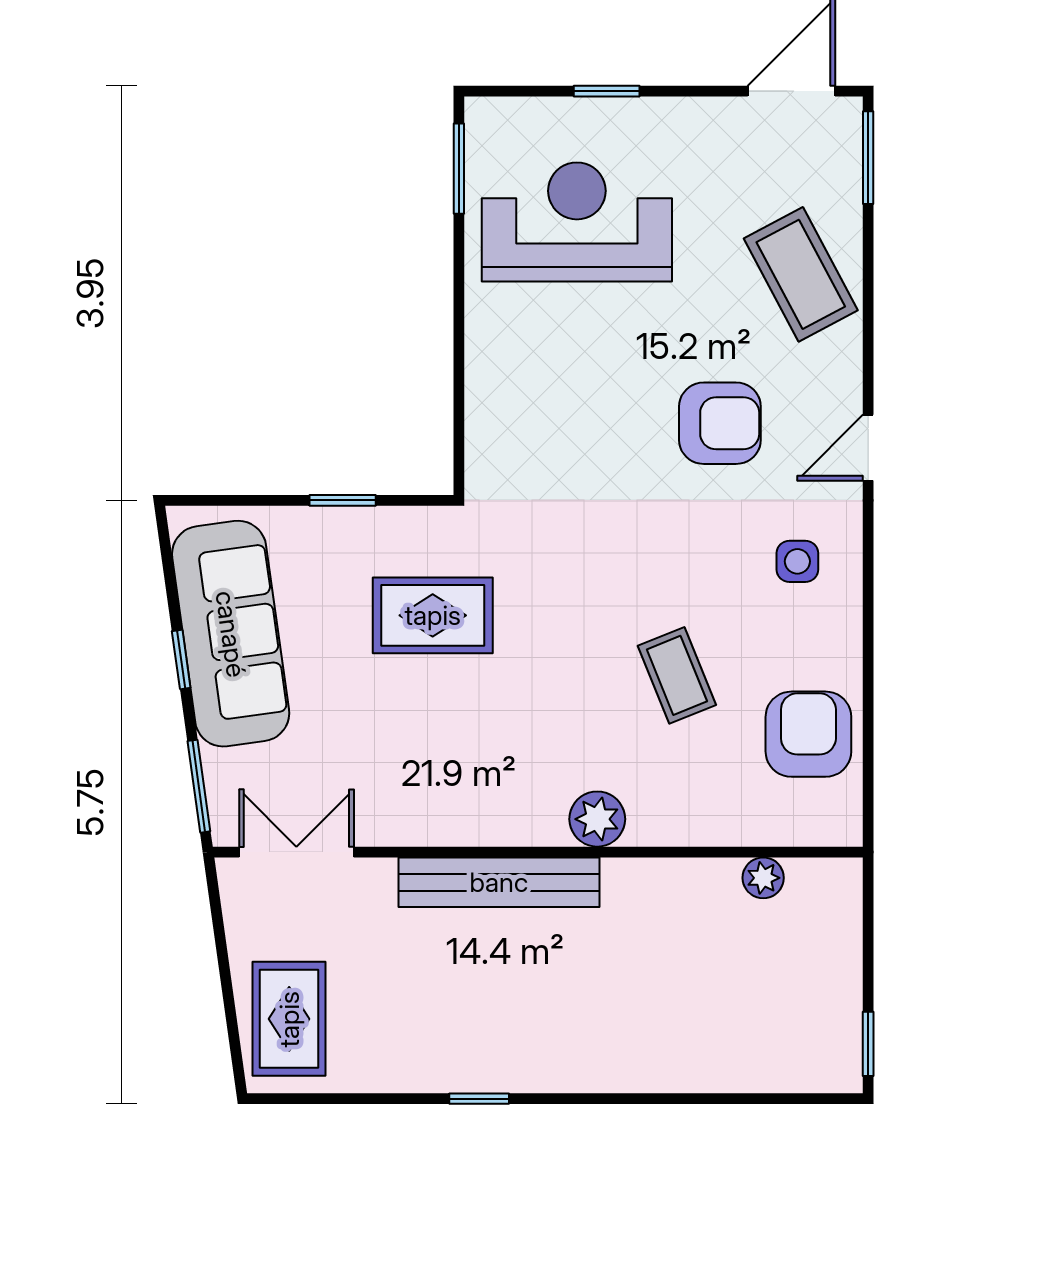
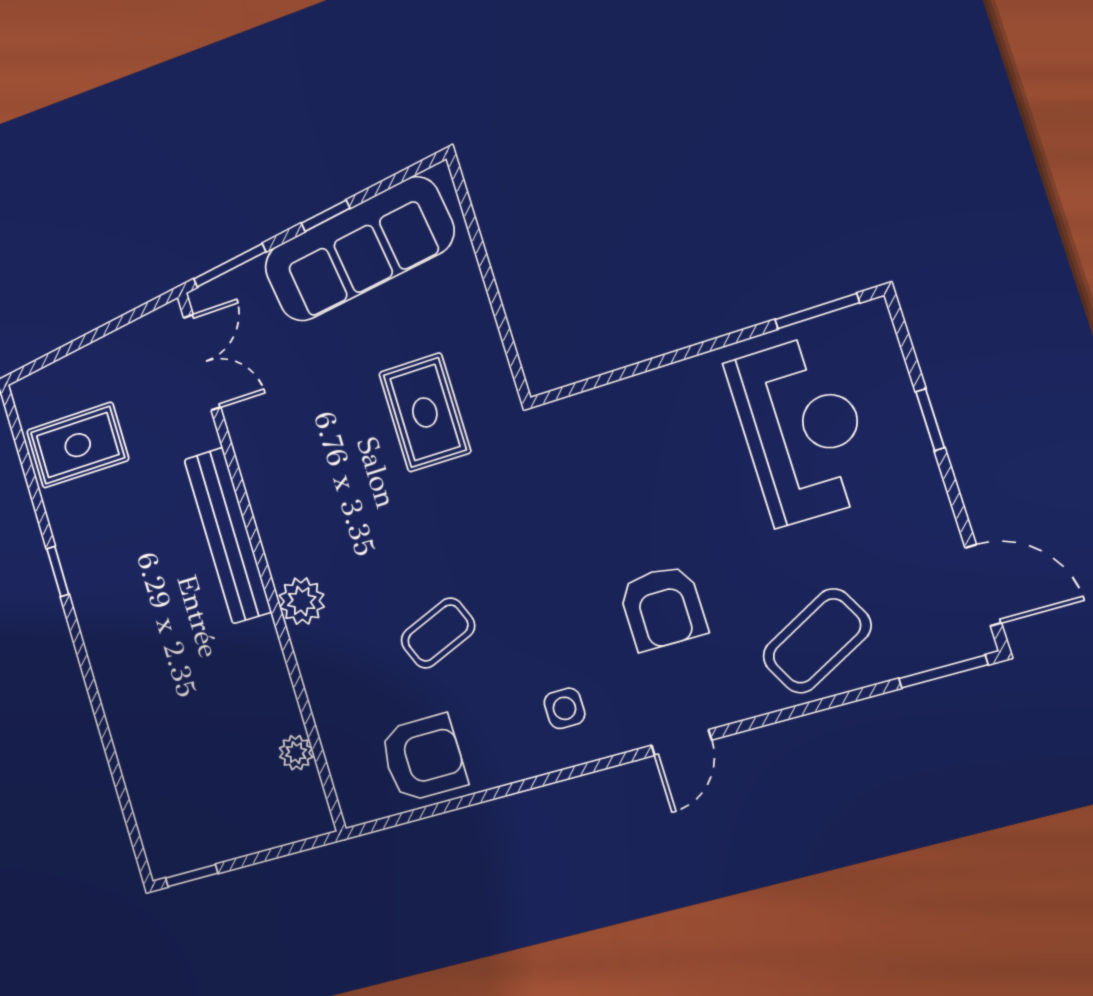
door: (868, 448) -> (681, 743), swing flipped
window: (343, 500) -> (497, 306), removed
rug: (289, 1019) -> (78, 445), moved

